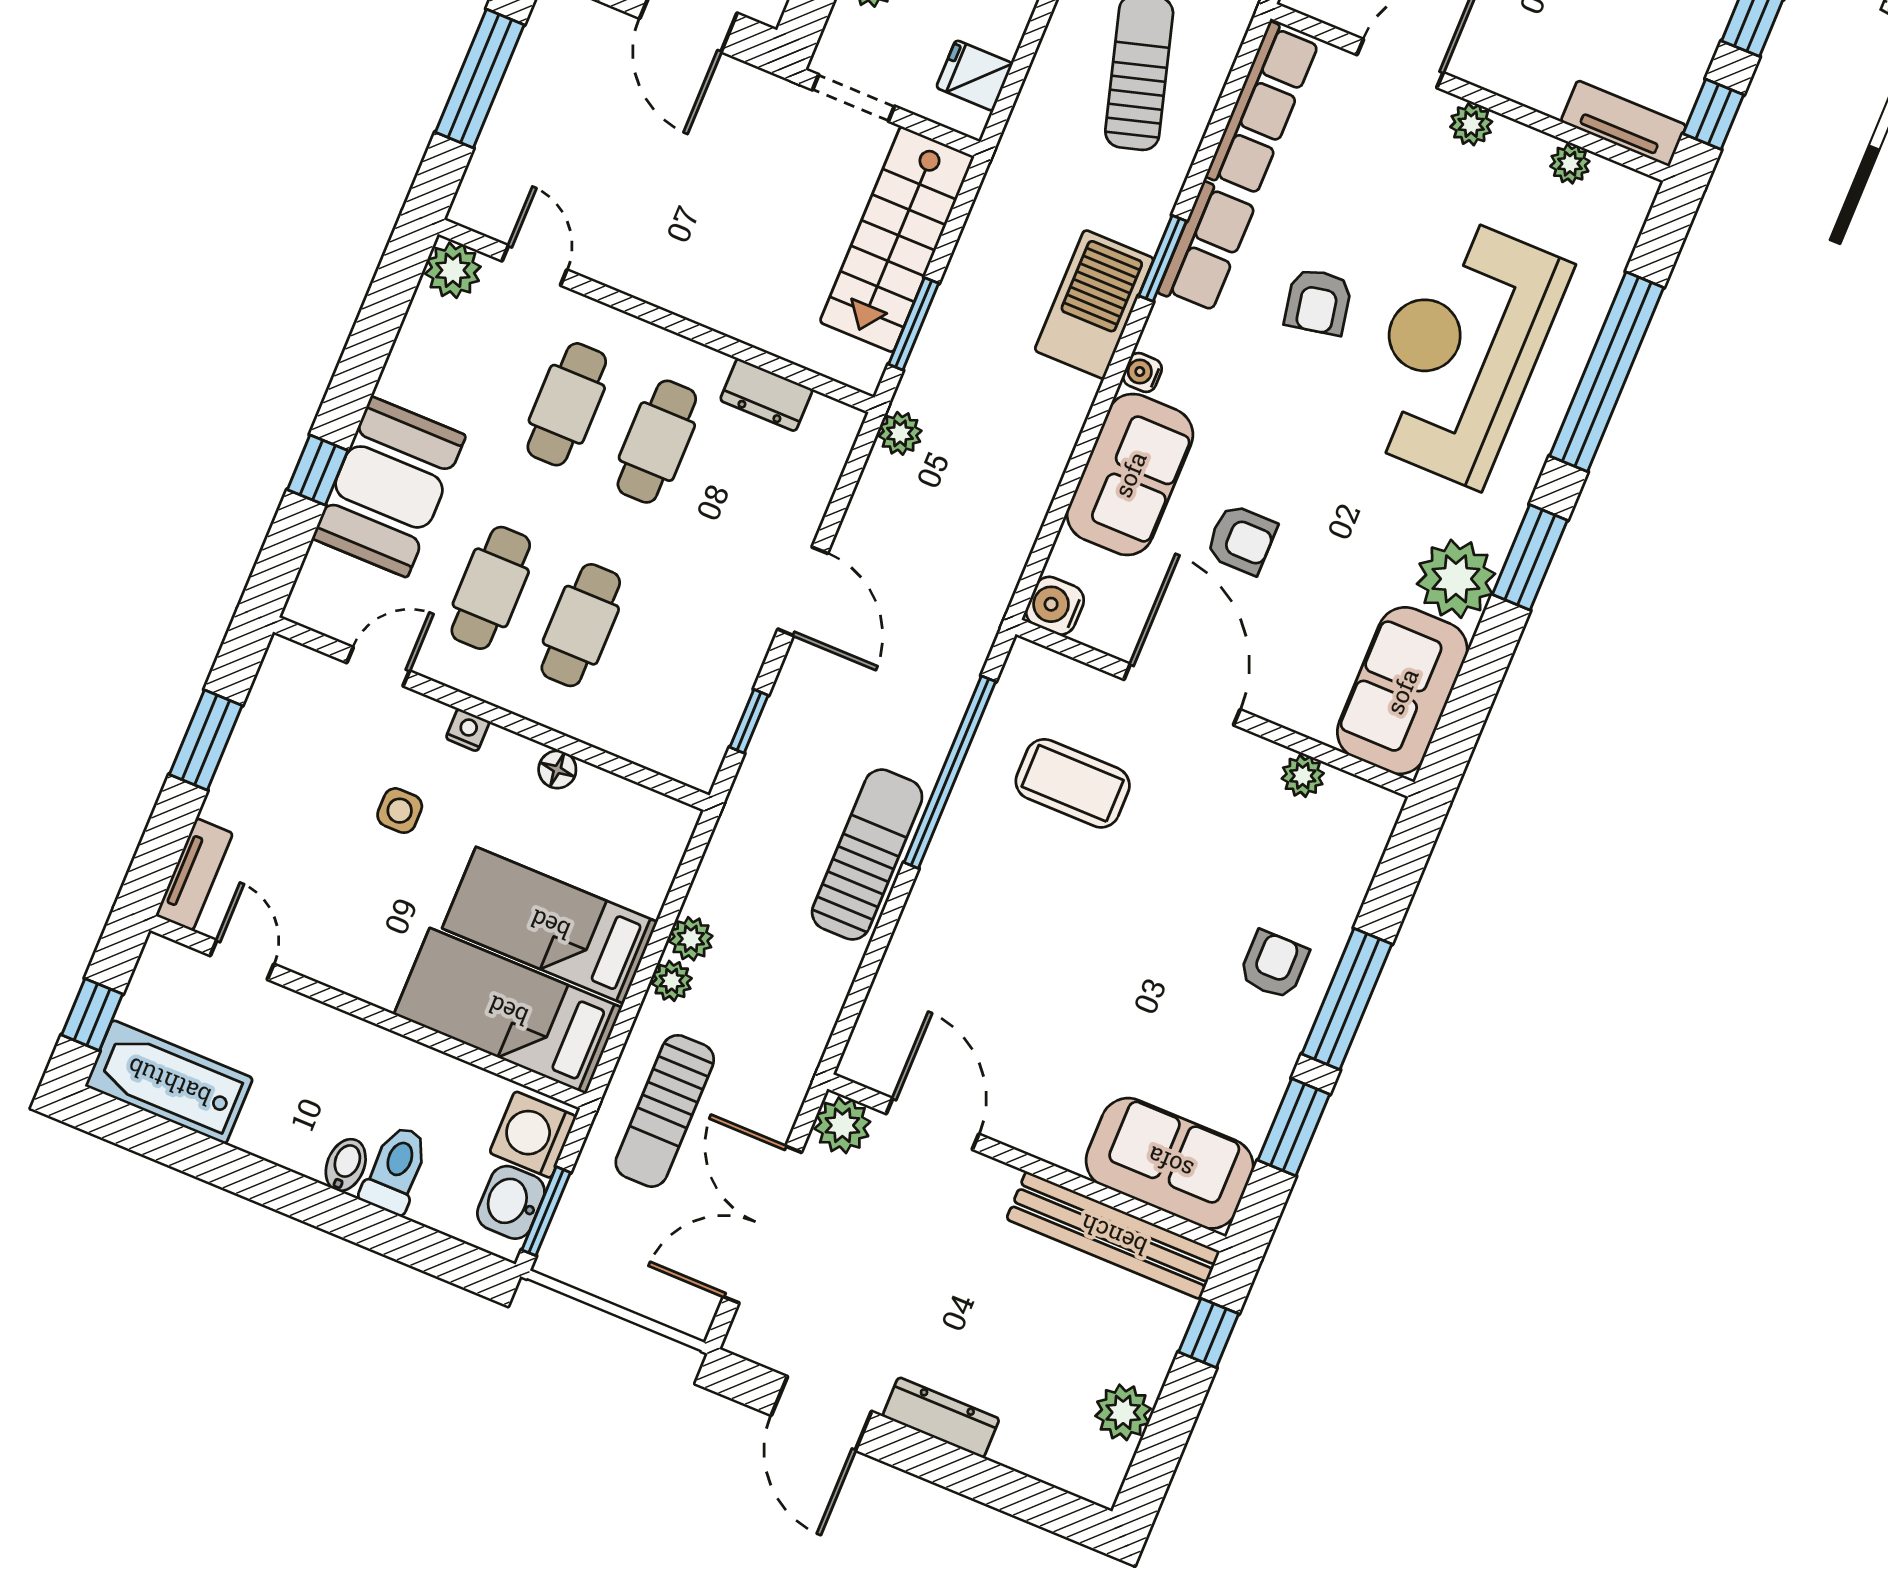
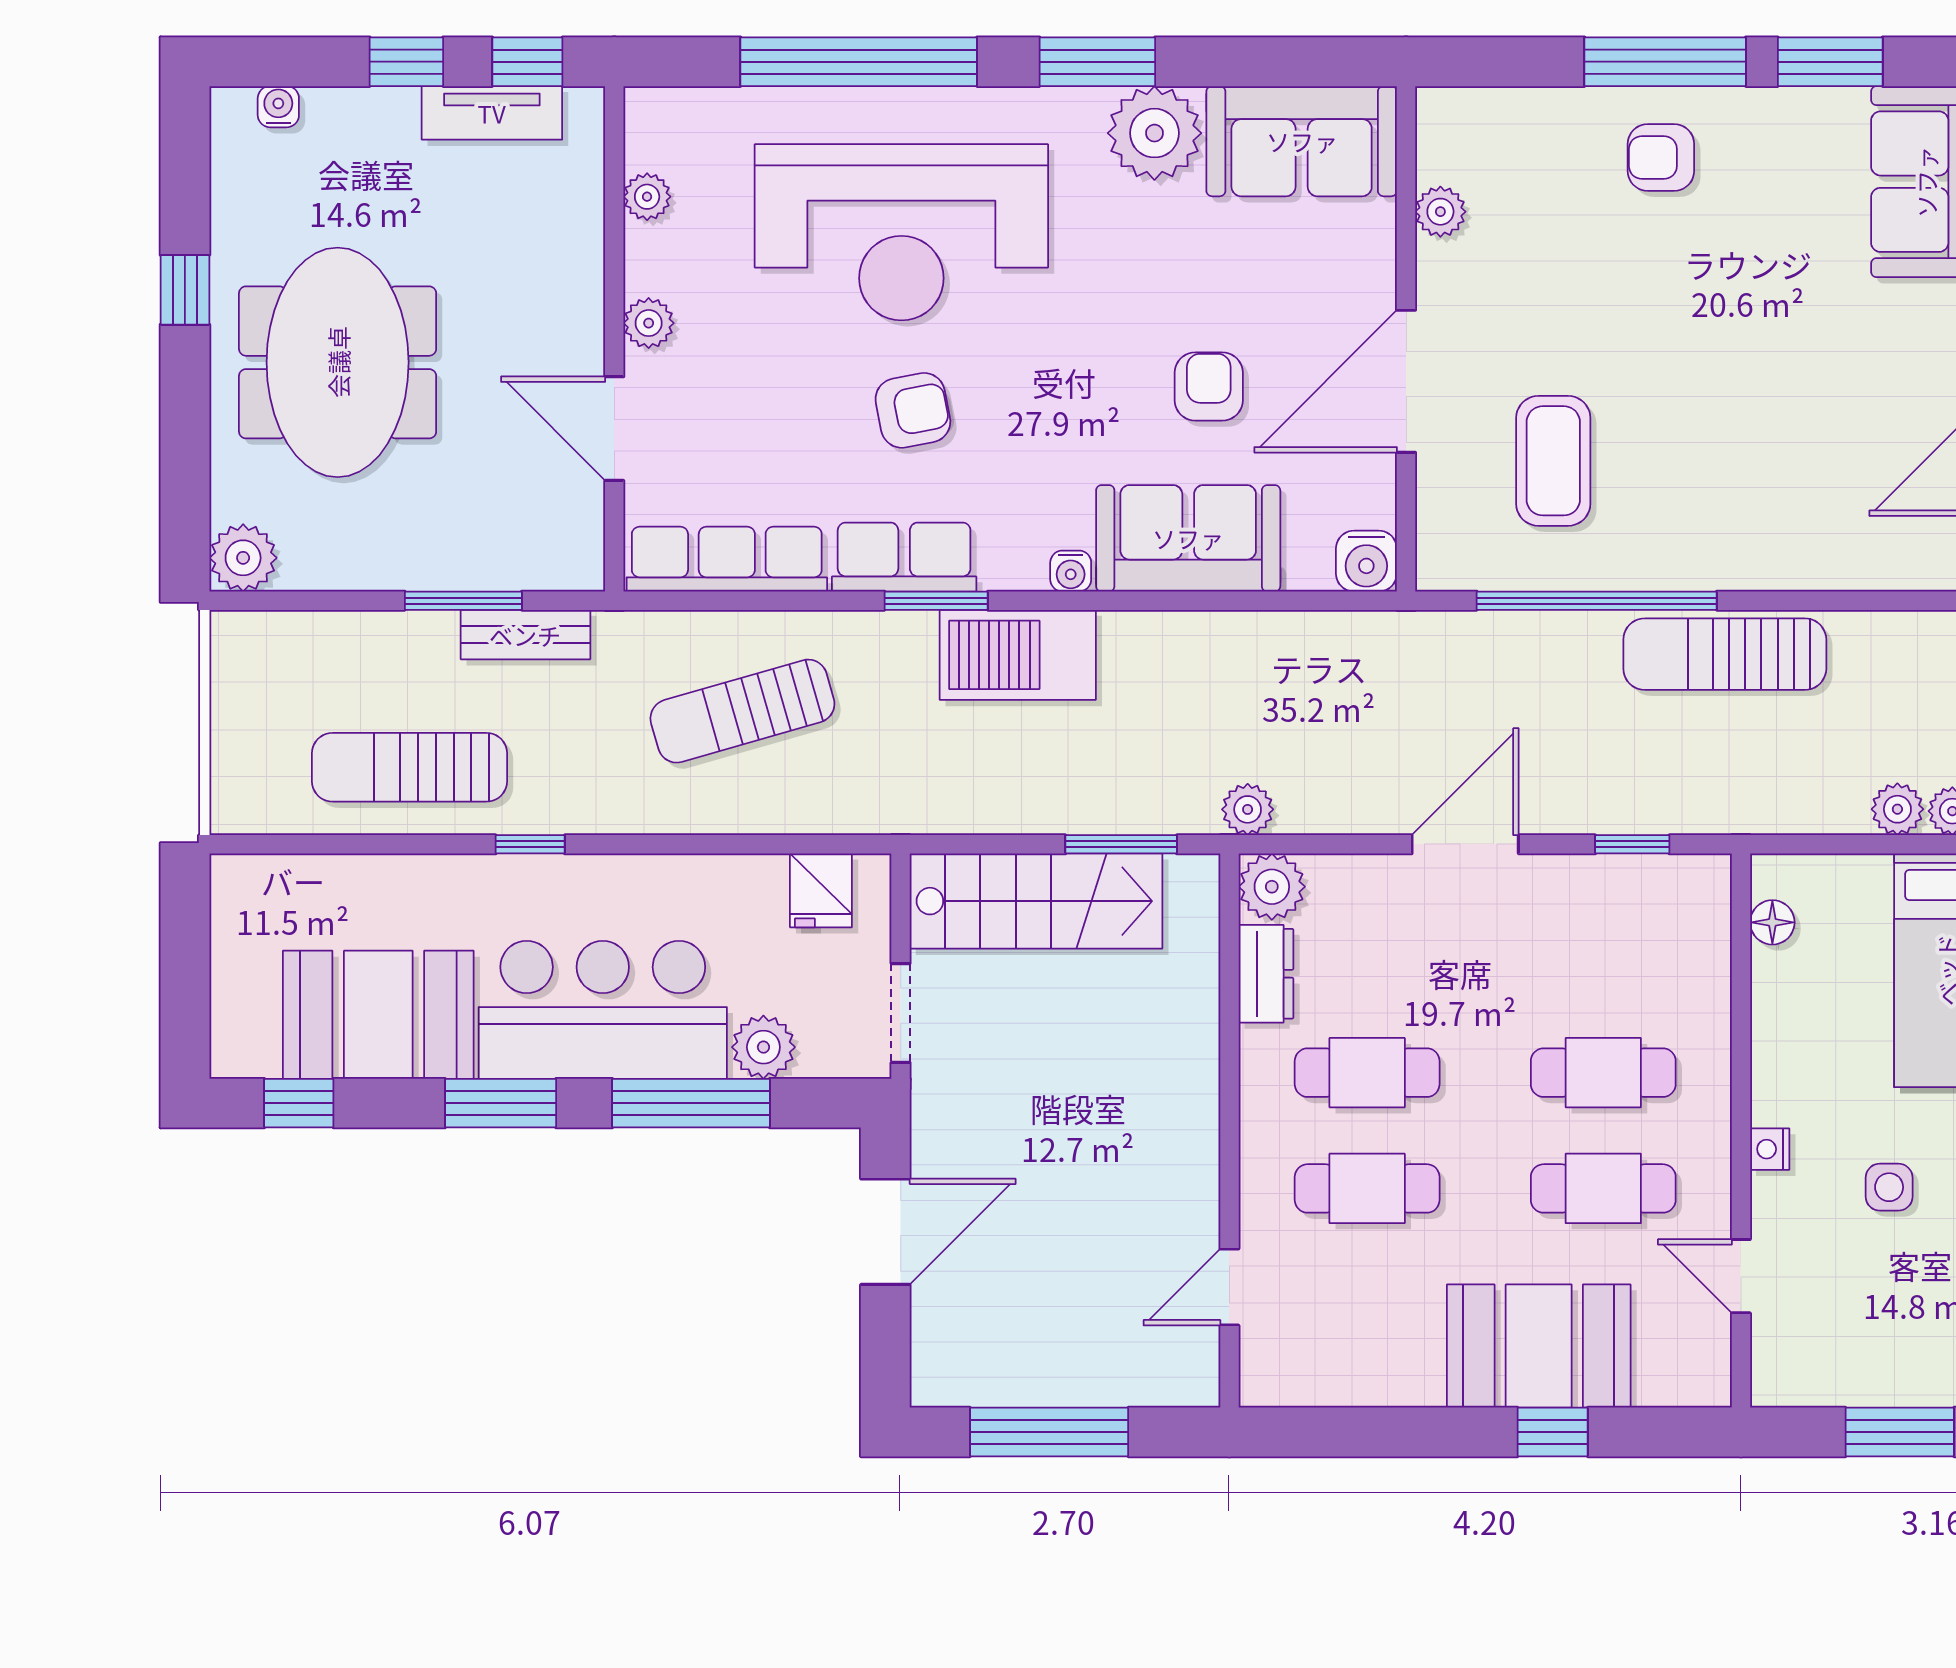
tv unit: (1623, 123) -> (492, 113), moved, turned -90
plant: (453, 270) -> (1272, 887), moved
floor lamp: (557, 769) -> (1772, 922), moved

